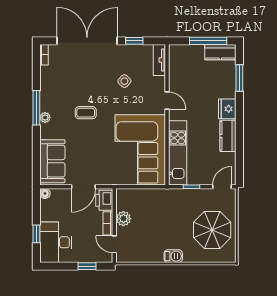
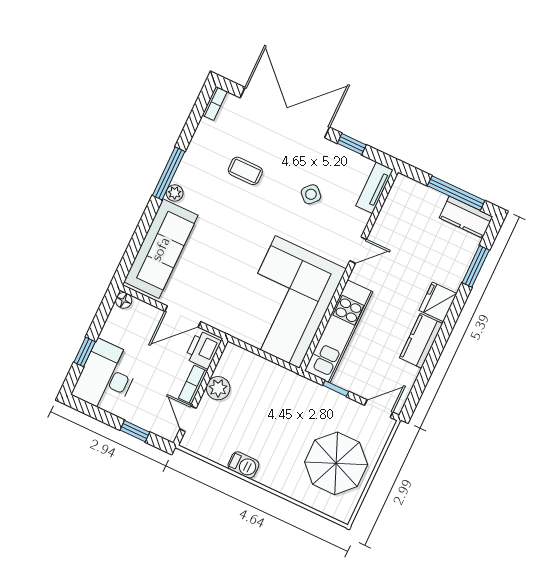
door: (167, 101) -> (358, 250), hinge flipped
coffee table: (86, 113) -> (245, 171), moved
sofa: (52, 161) -> (161, 249), width x1.36
barbecue: (173, 256) -> (243, 465), moved

